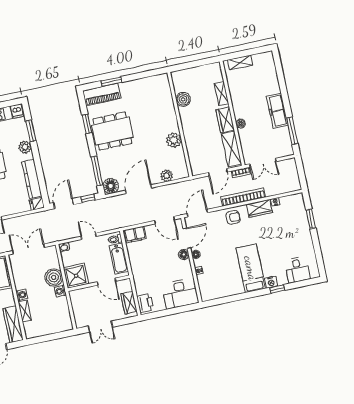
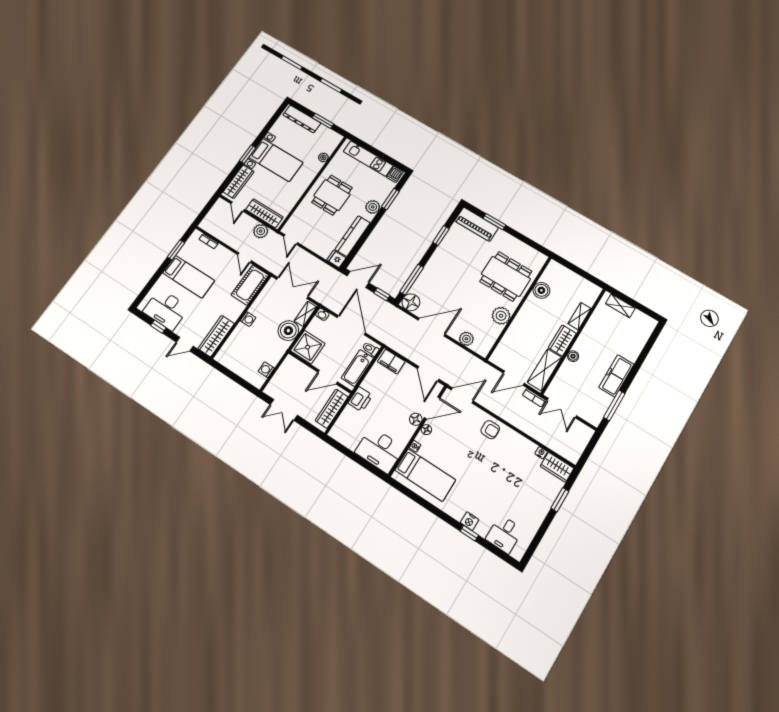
dining table: (112, 131) -> (506, 276), moved
bookcase: (243, 197) -> (516, 421), removed
wardrobe: (260, 208) -> (557, 467), moved
door: (89, 236) -> (351, 325), width x1.88
bed: (251, 268) -> (425, 475), moved, turned 90
door: (106, 282) -> (328, 377), hinge flipped
washing machine: (60, 291) -> (266, 370), moved
wardrobe: (129, 303) -> (332, 409), width x1.50
printer: (145, 303) -> (360, 399), moved
shelving: (25, 311) -> (305, 314), moved

